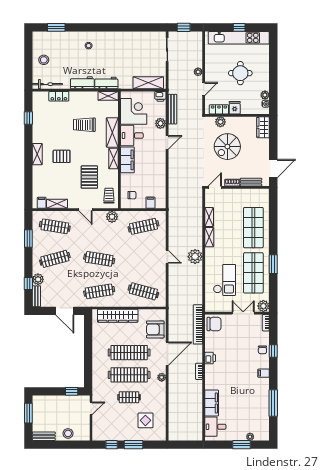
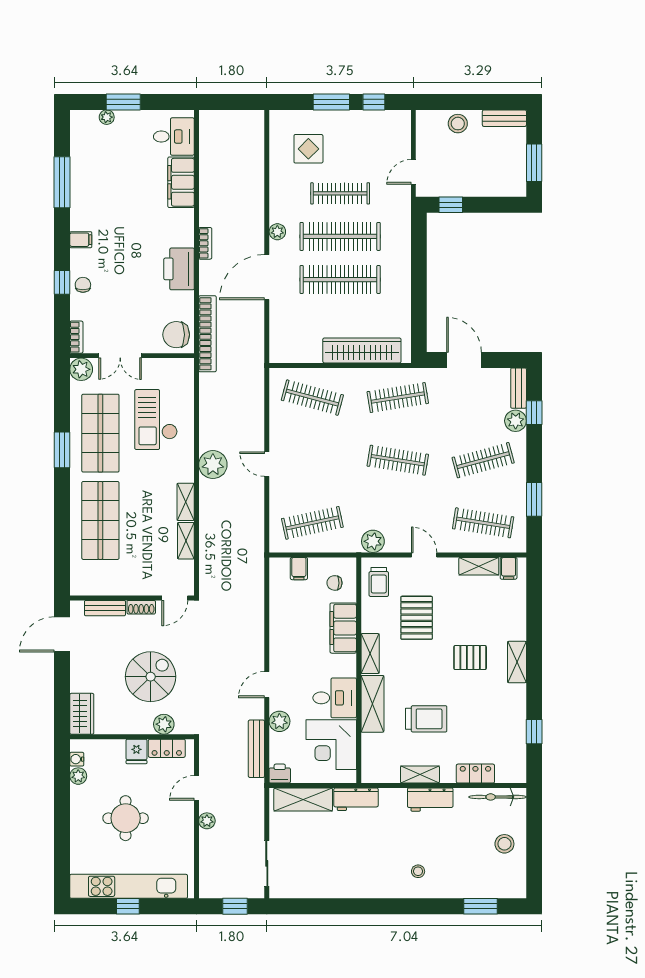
workbench: (106, 83) -> (356, 799), moved
shelving: (108, 96) -> (420, 774), moved
filing cabinet: (127, 160) -> (343, 628), moved
armchair: (155, 329) -> (290, 324), removed
printer: (210, 358) -> (179, 269), width x1.87, depth x1.48
clothes rail: (129, 397) -> (340, 193), width x1.36

